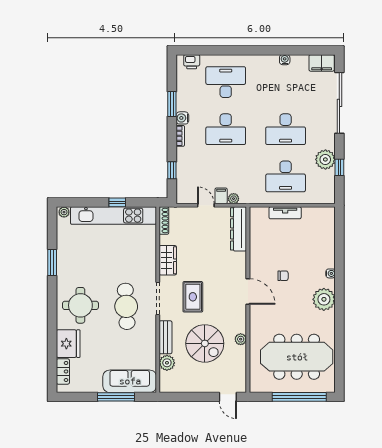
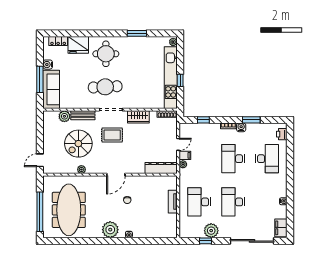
water cooler: (95, 386) -> (48, 65), added

